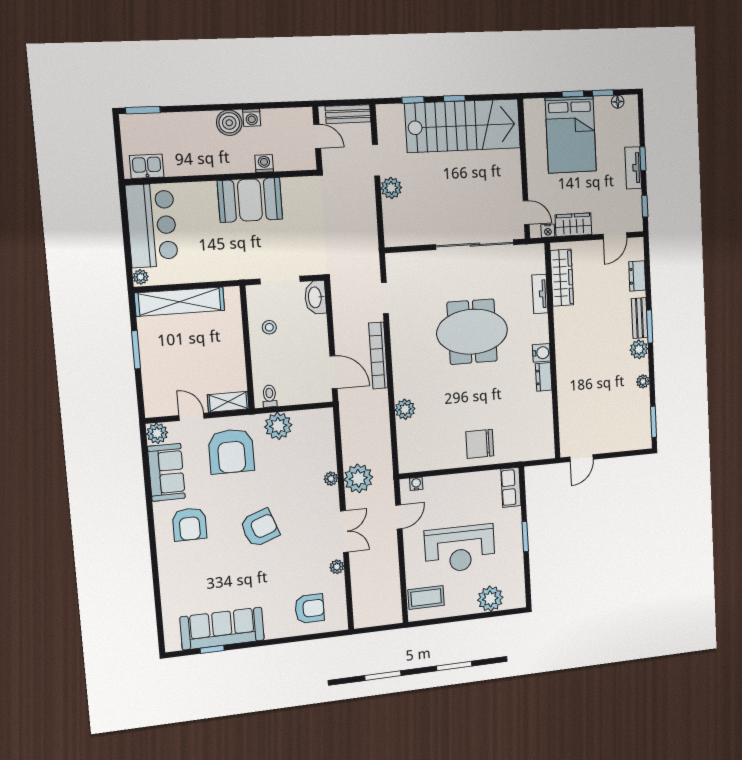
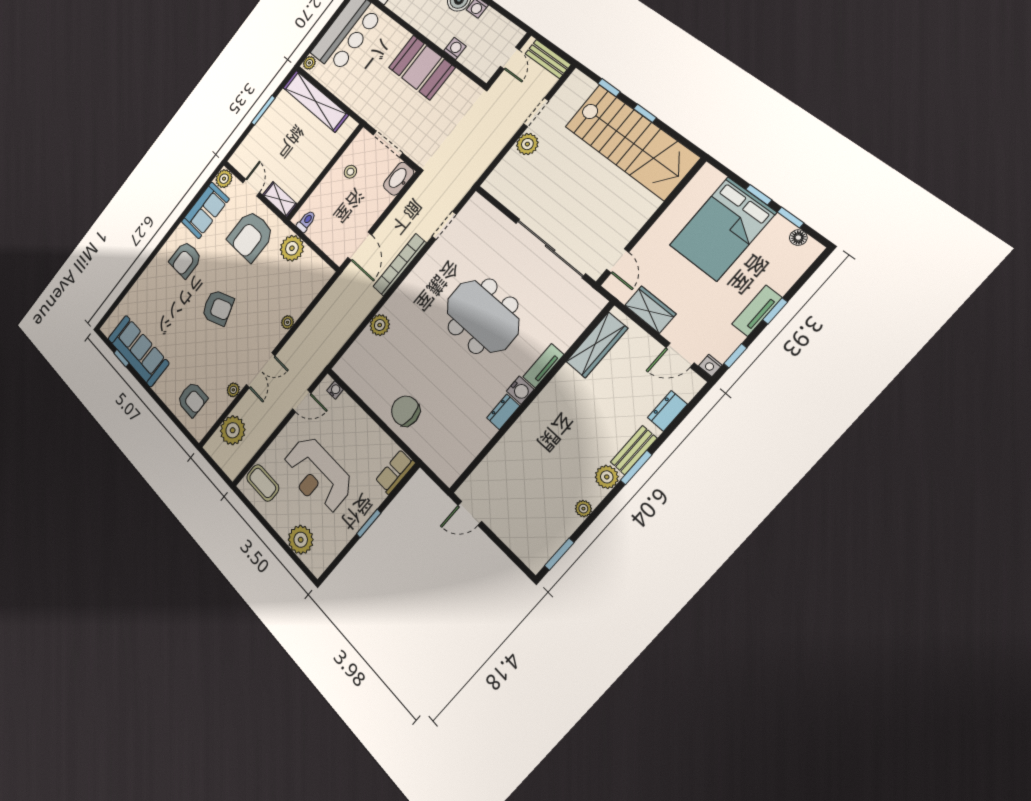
nightstand: (548, 231) -> (710, 366), moved
tv unit: (540, 294) -> (543, 366), moved
plant: (358, 478) -> (233, 430), moved

